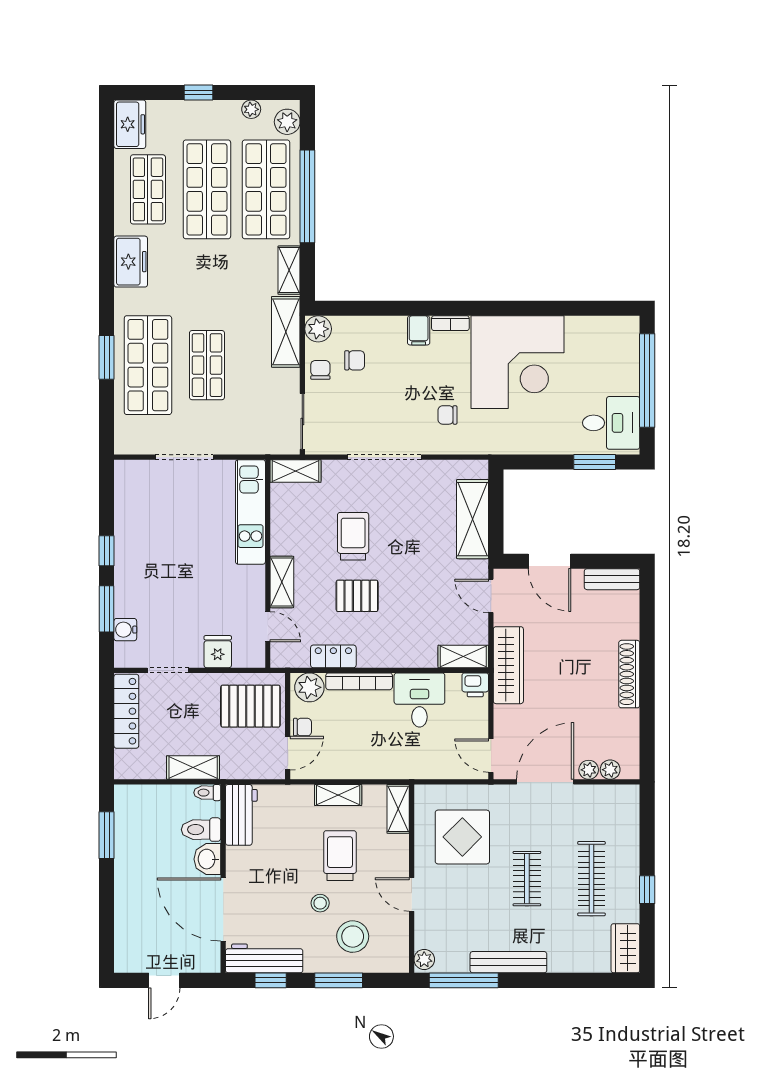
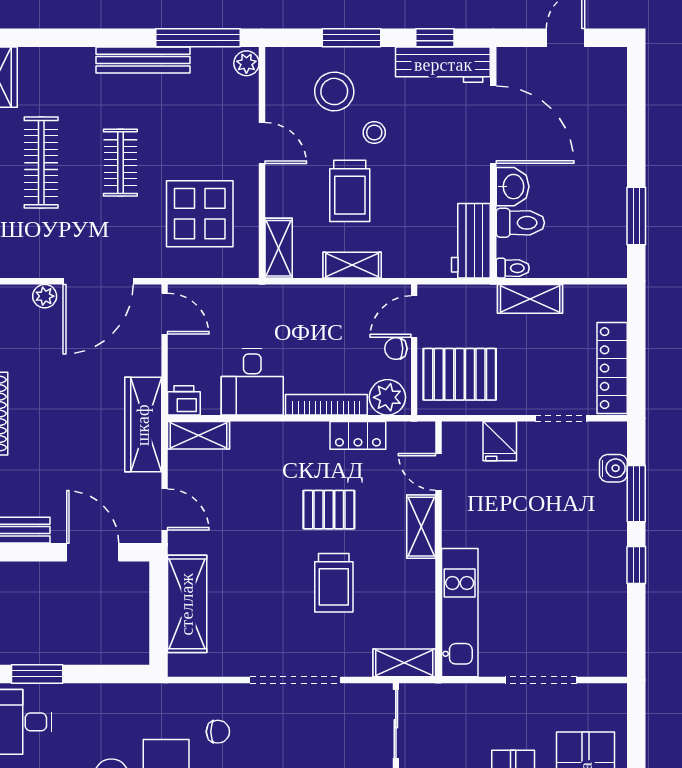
plant: (610, 770) -> (18, 296), removed

